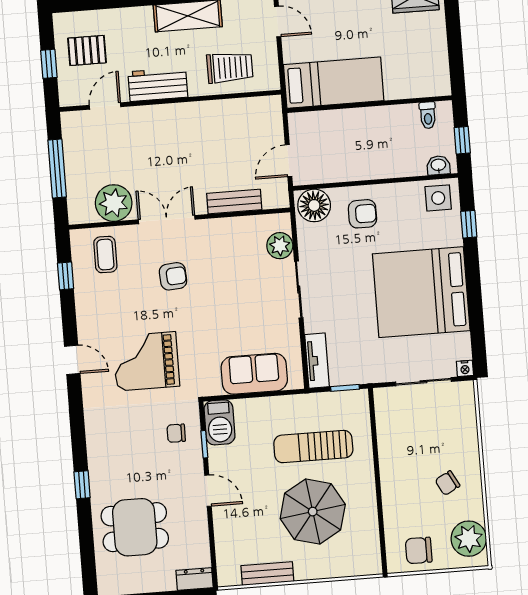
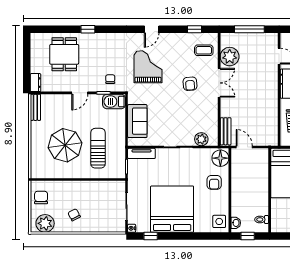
bench: (234, 202) -> (226, 131), moved
window: (469, 224) -> (151, 236), moved
bench: (267, 573) -> (35, 107), moved

